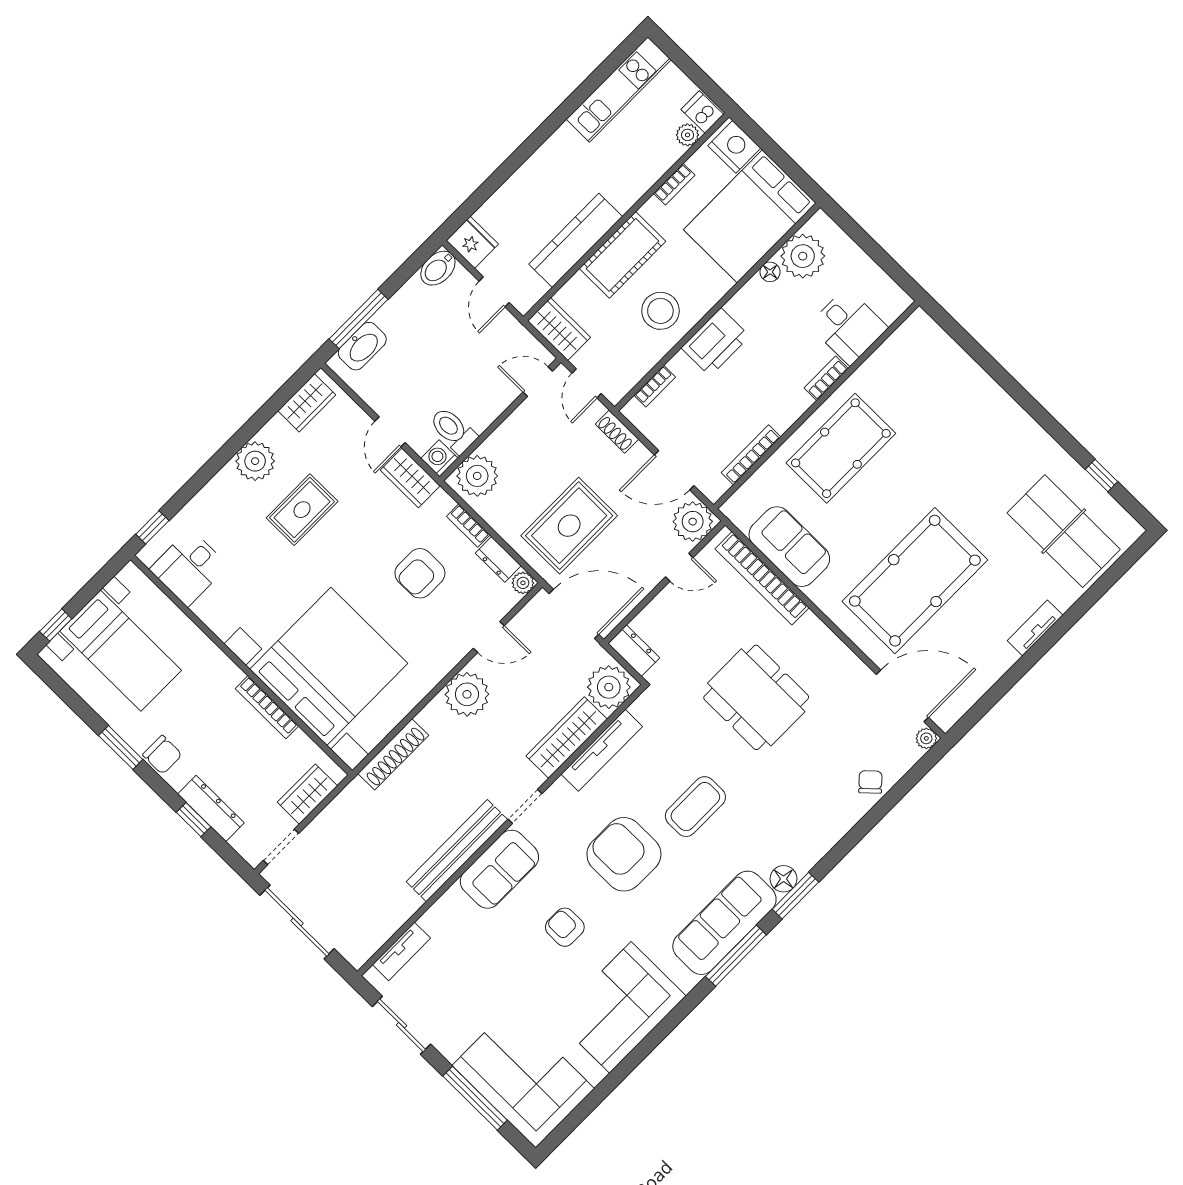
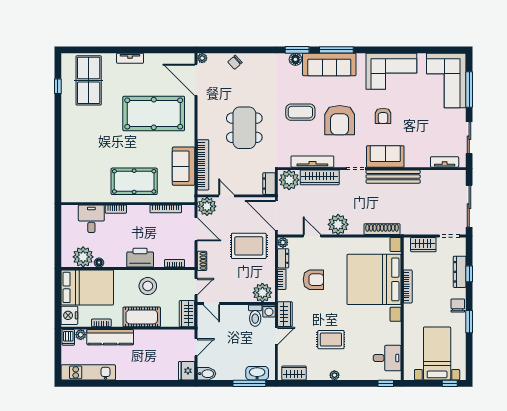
kitchen counter: (576, 240) -> (110, 337), moved
plant: (255, 461) -> (334, 375), width x0.53, depth x0.53

